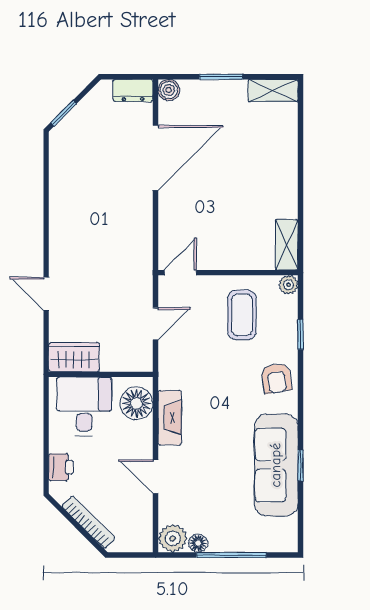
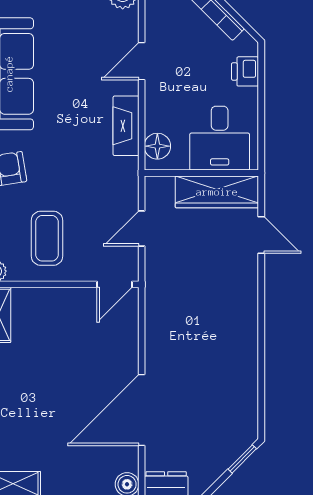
door: (46, 294) -> (261, 235), moved
wardrobe: (74, 357) -> (217, 192), width x1.50
floor lamp: (137, 403) -> (157, 146), width x0.73, depth x0.73
door: (156, 477) -> (142, 61), swing flipped

